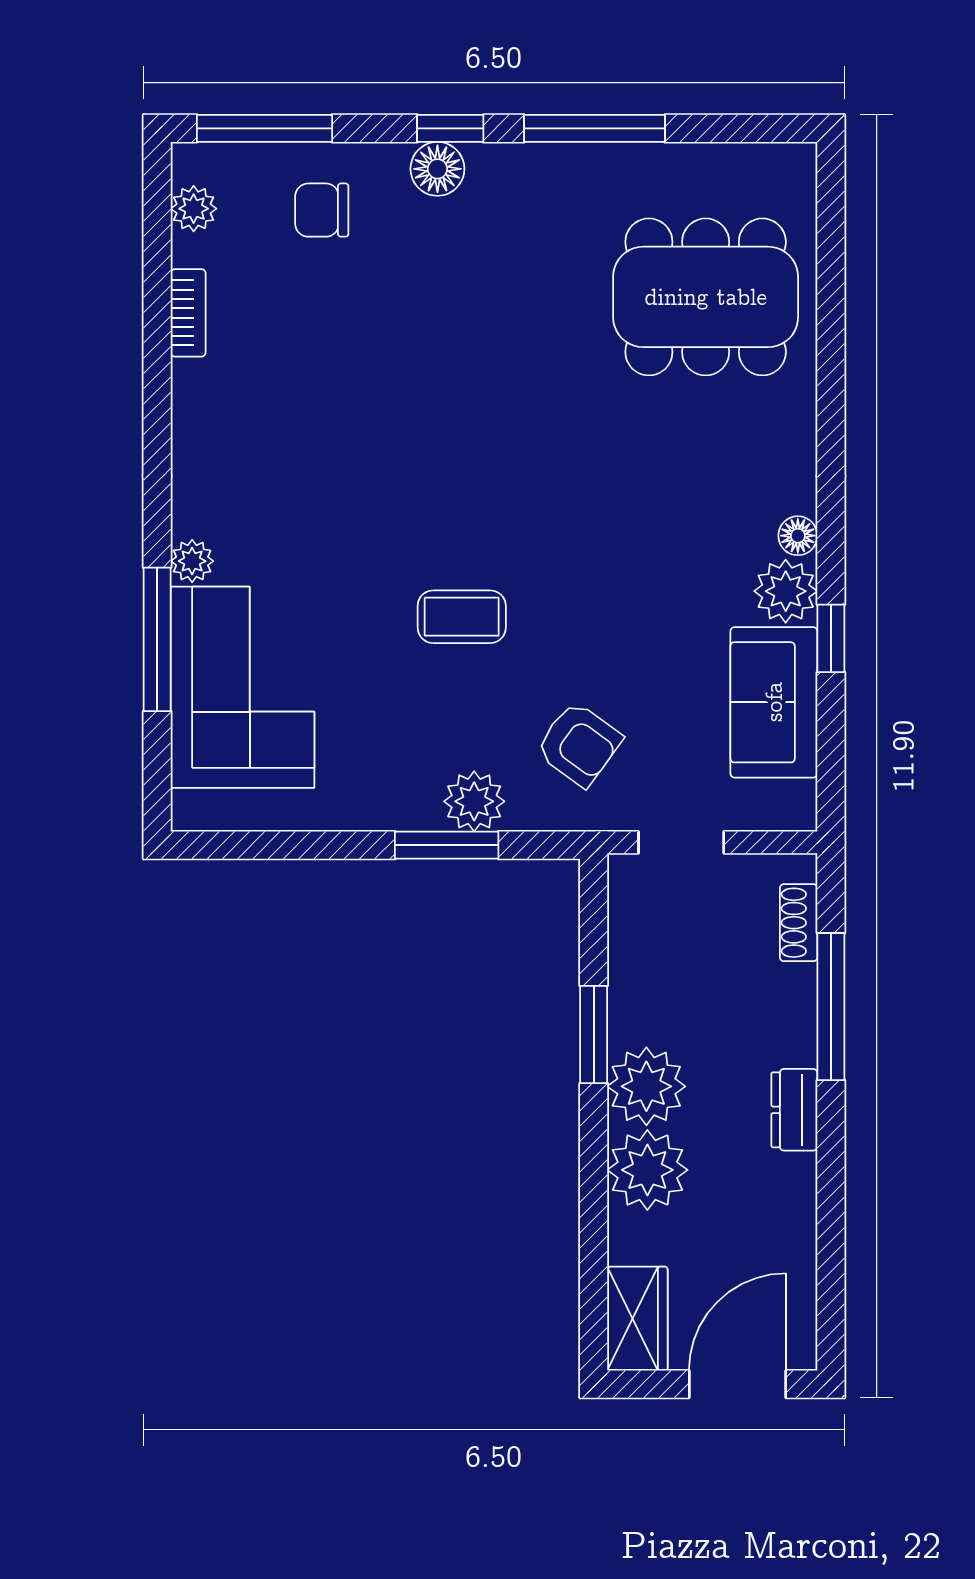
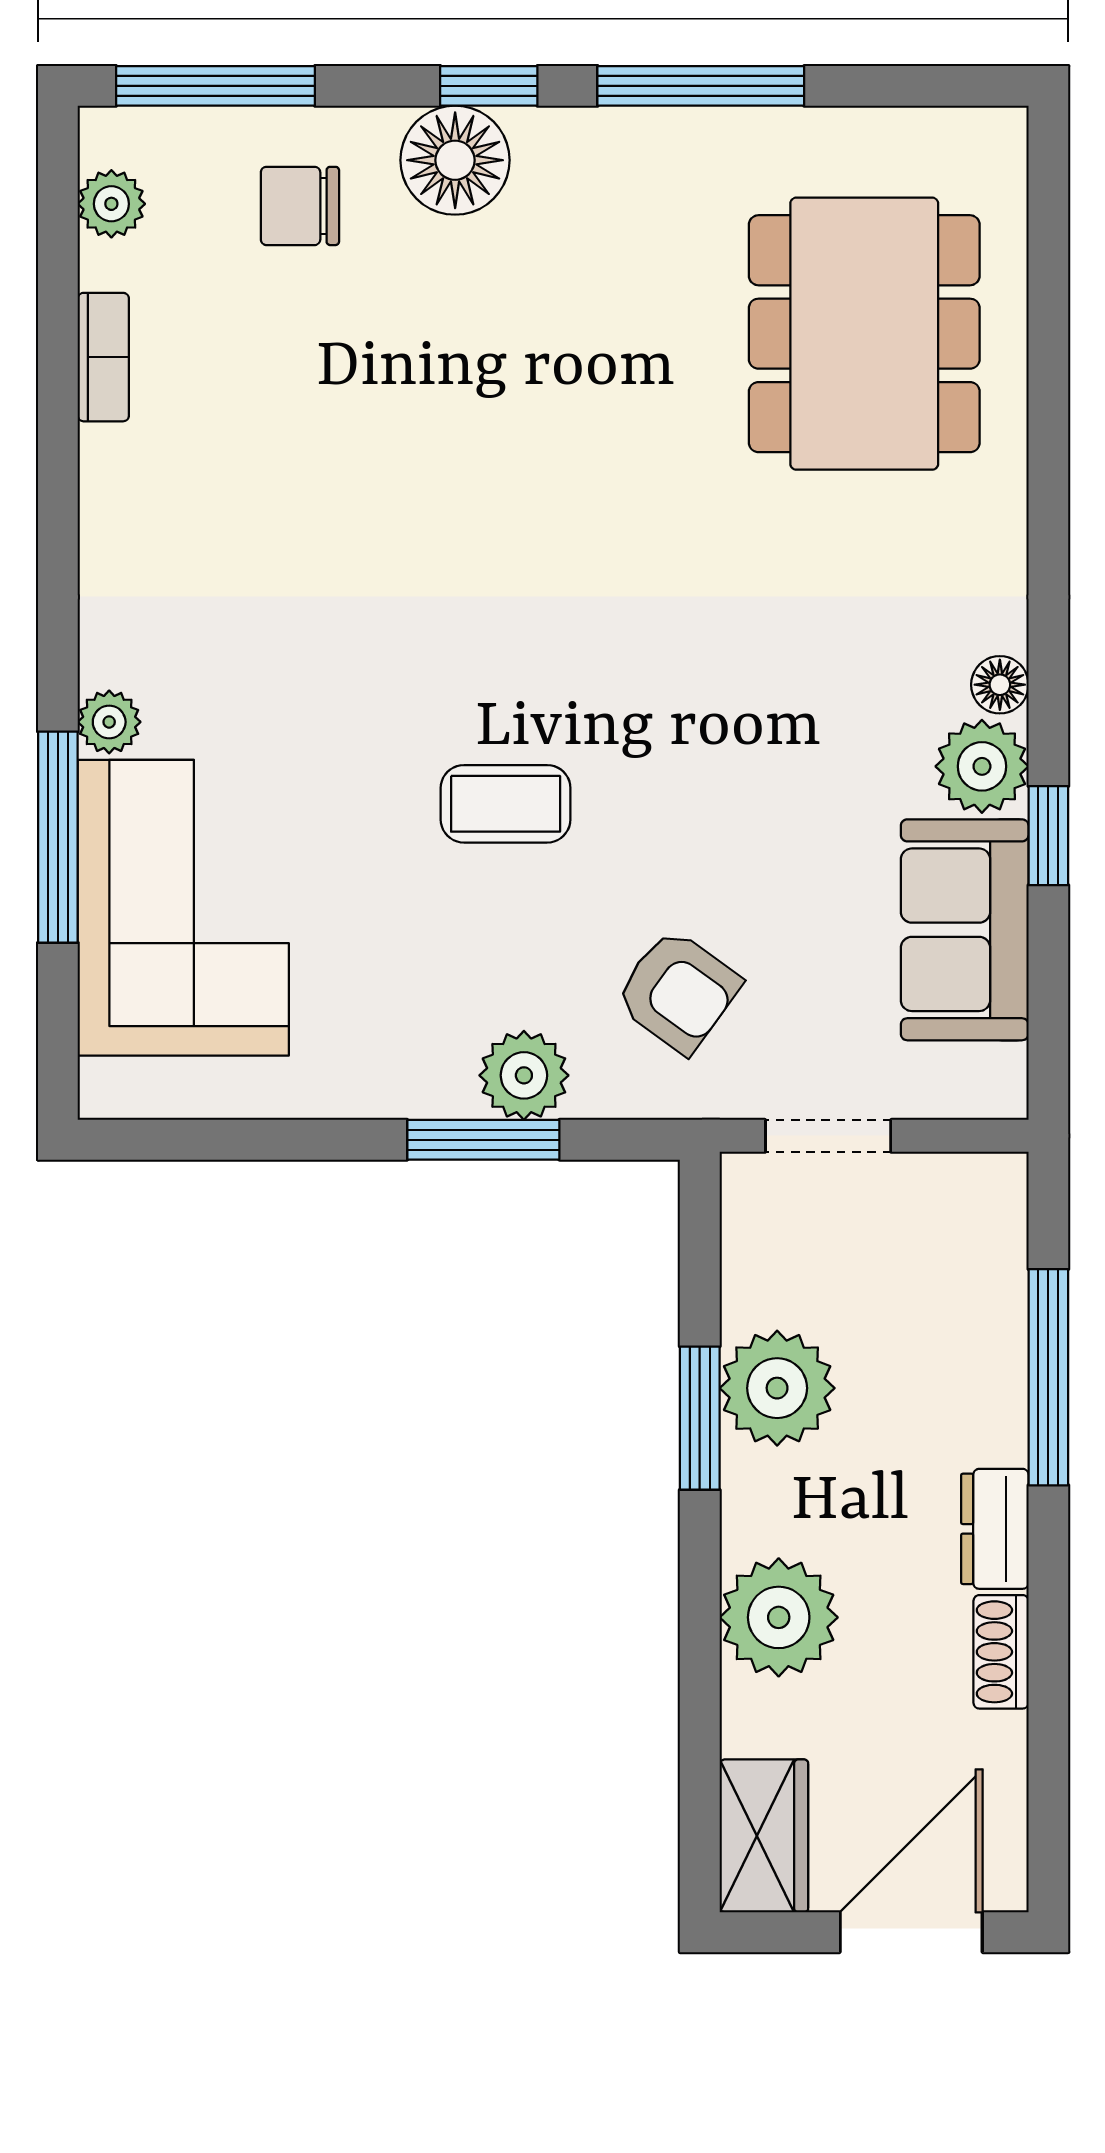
floor lamp: (437, 169) -> (455, 160), width x1.38, depth x1.38
dining table: (706, 297) -> (864, 334), turned 90
shoe rack: (799, 923) -> (1001, 1652), moved
plant: (646, 1086) -> (777, 1388), moved

